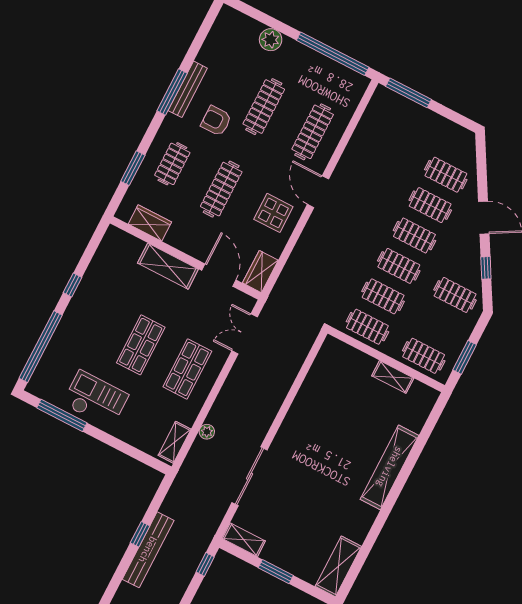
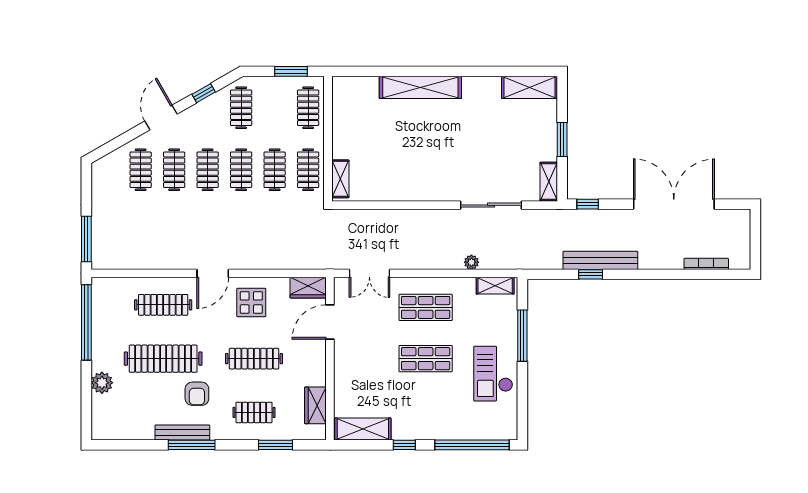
clothes rail: (264, 107) -> (163, 359), width x1.37, depth x1.31
shelving: (168, 266) -> (363, 429), moved, turned 90
shelving: (393, 377) -> (340, 179), moved
window: (62, 415) -> (522, 336), moved

